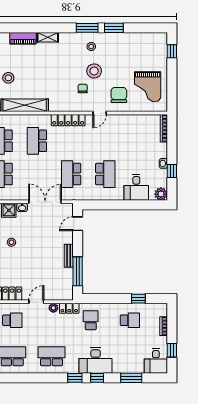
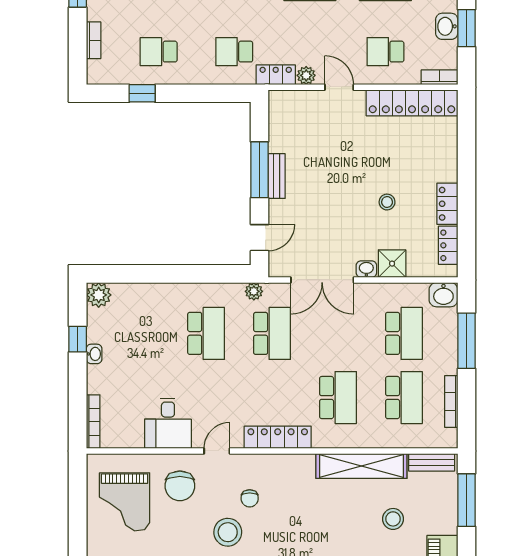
grand piano: (148, 87) -> (125, 502), turned 180
school desk: (105, 174) -> (206, 333), turned 180
desk: (136, 187) -> (168, 423), moved, turned 180
plant: (81, 196) -> (254, 291), added
window: (78, 271) -> (259, 170), moved
door: (36, 302) -> (339, 87), swing flipped
school desk: (91, 320) -> (234, 52), turned 90

